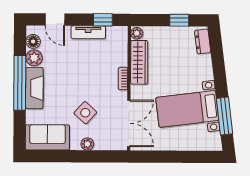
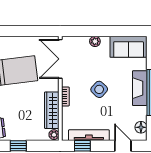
tv unit: (88, 32) -> (89, 135), width x1.41
plant: (34, 58) -> (140, 113), removed
side table: (85, 113) -> (99, 89), moved

